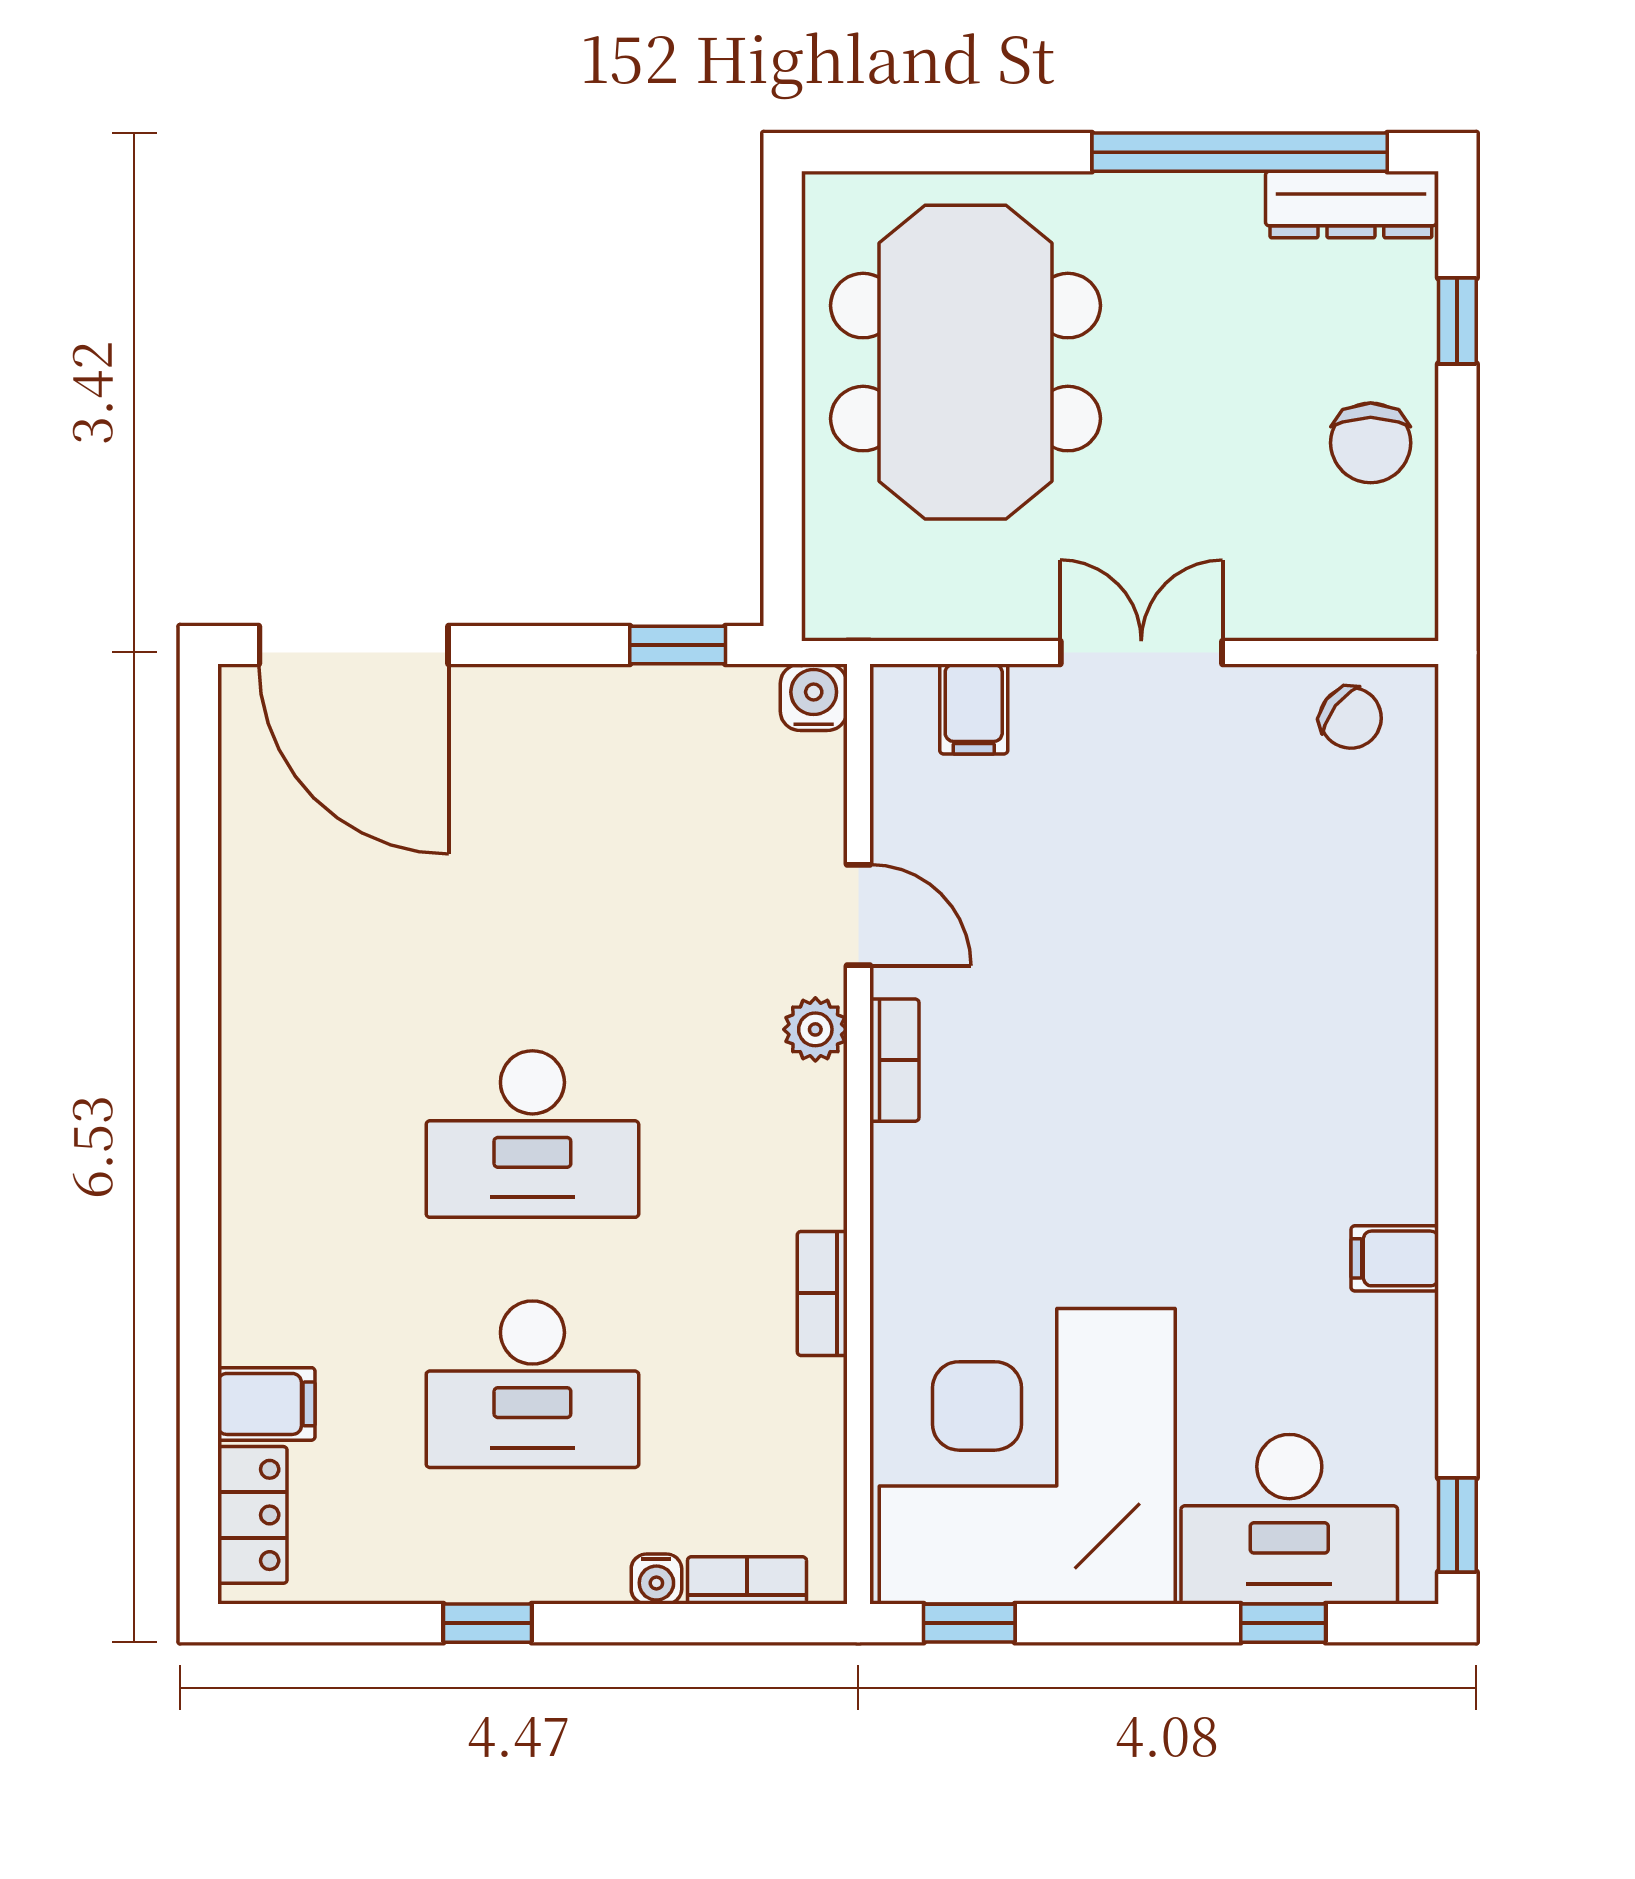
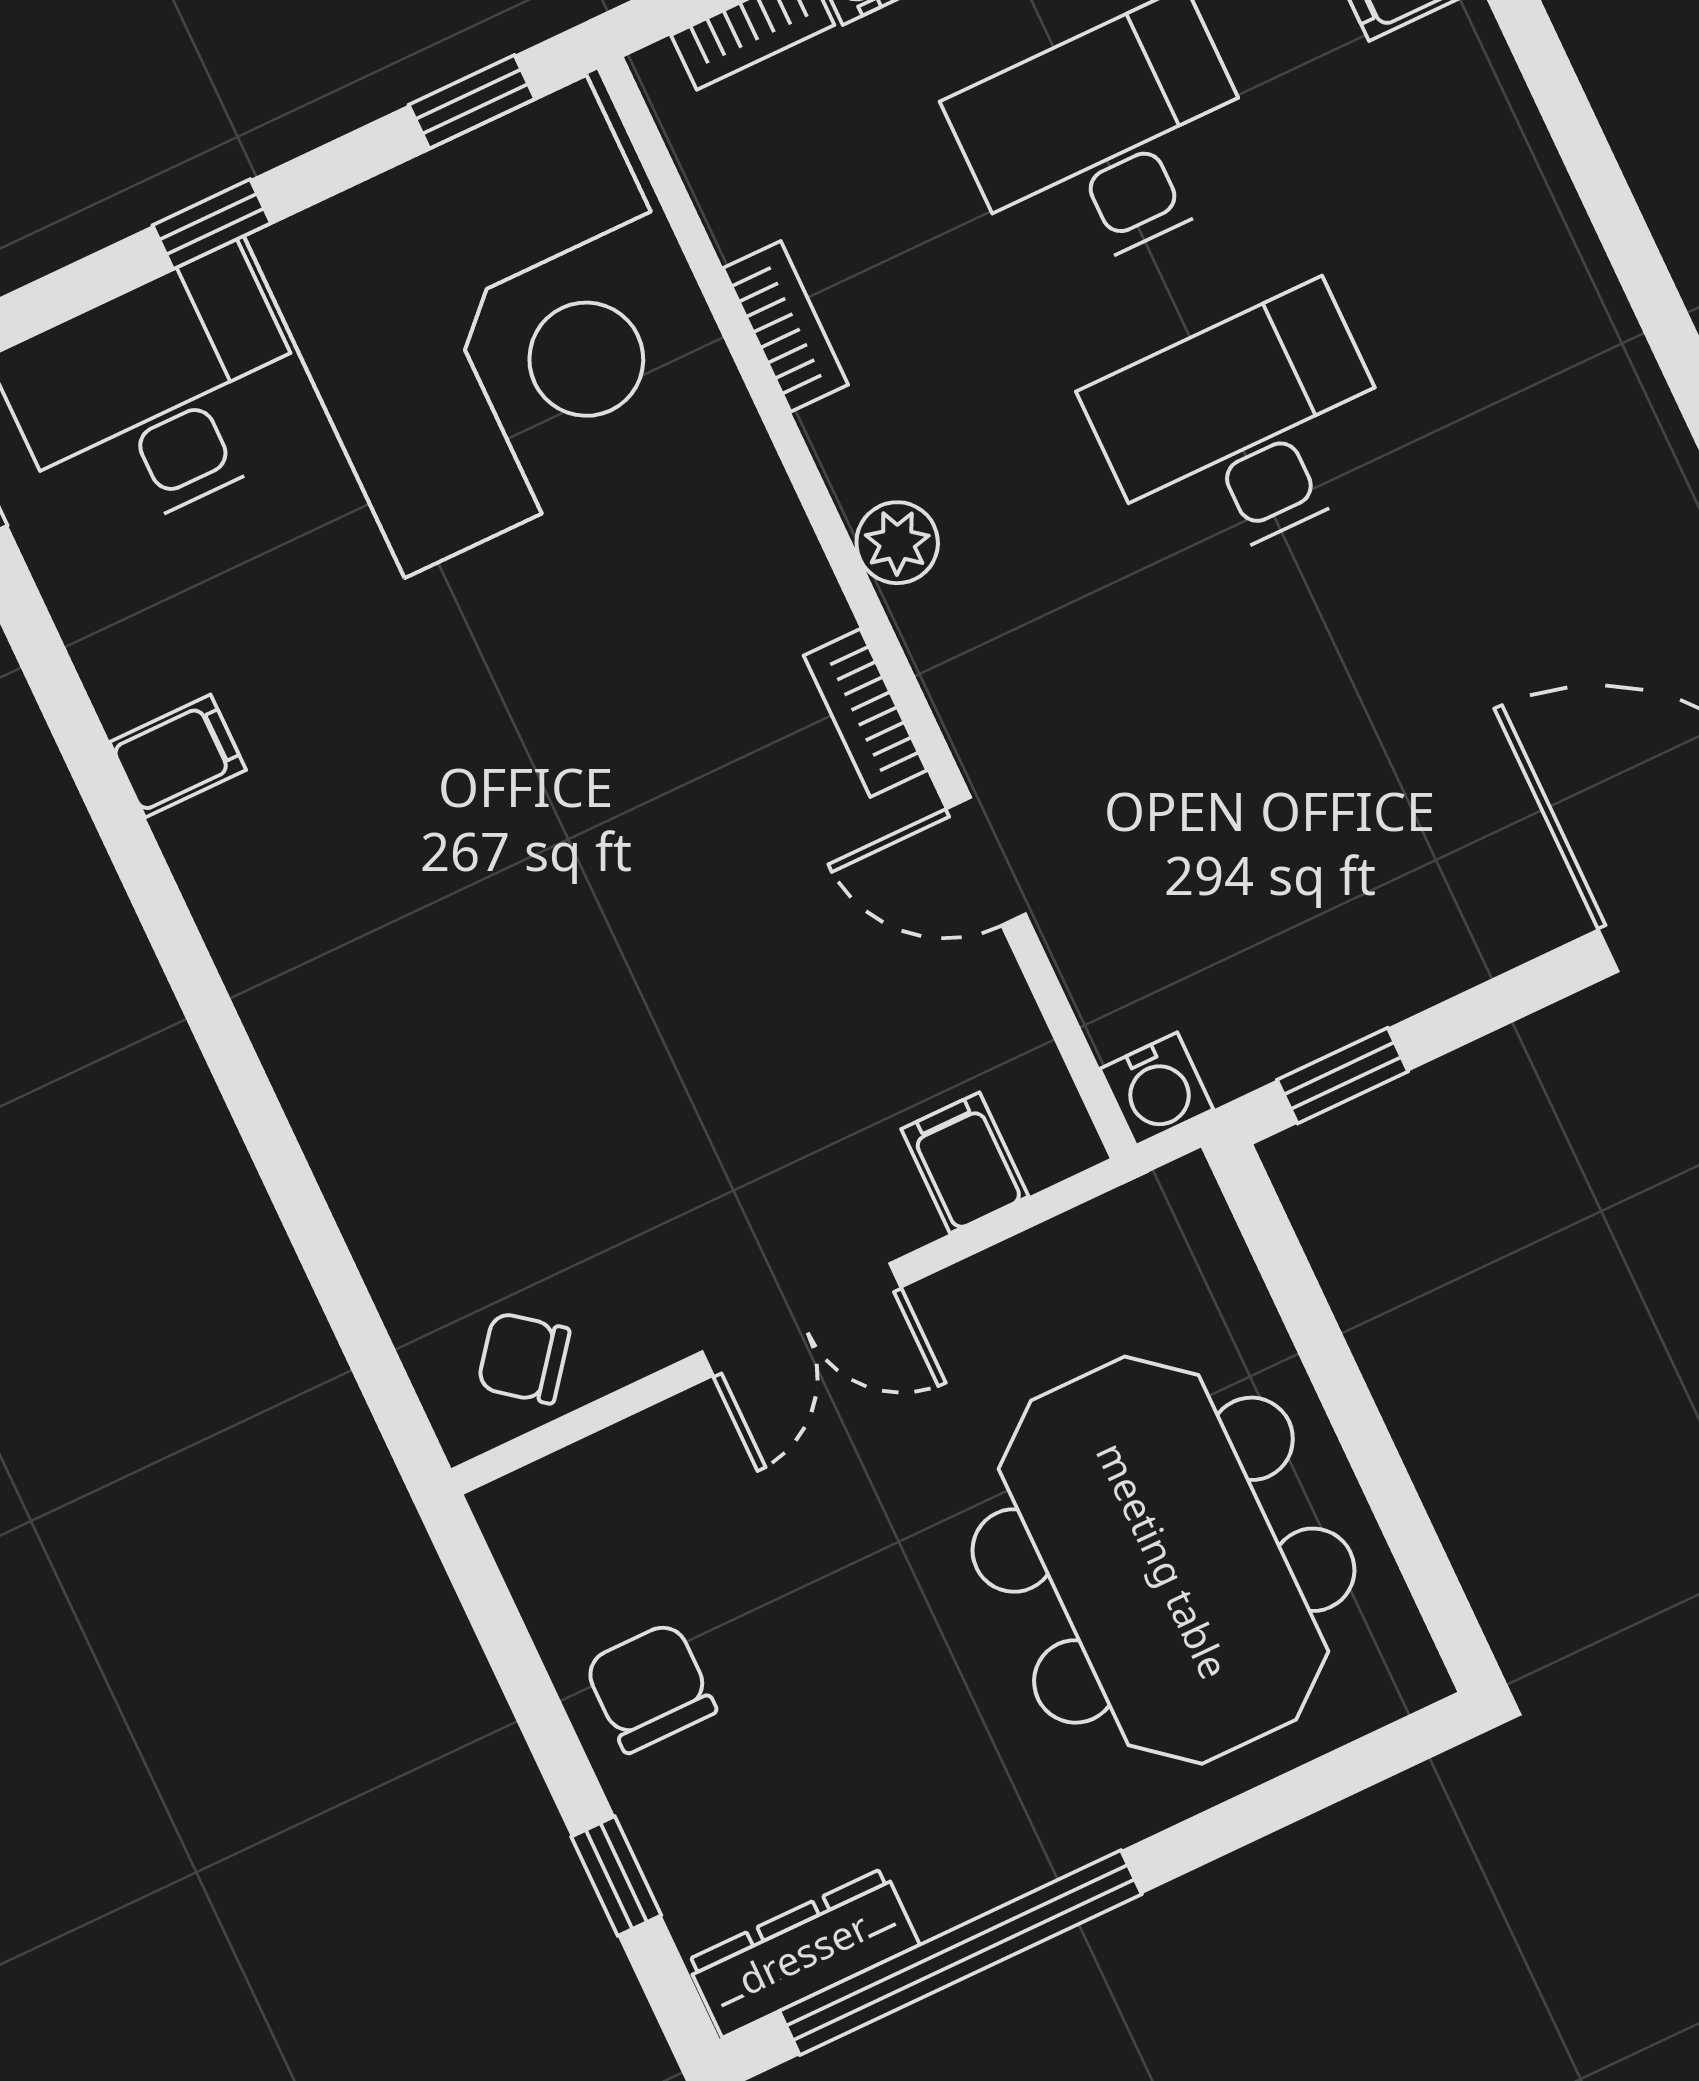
plant: (815, 1029) -> (897, 543), moved
bookcase: (822, 1293) -> (786, 326), moved
window: (1283, 1623) -> (212, 224), moved

